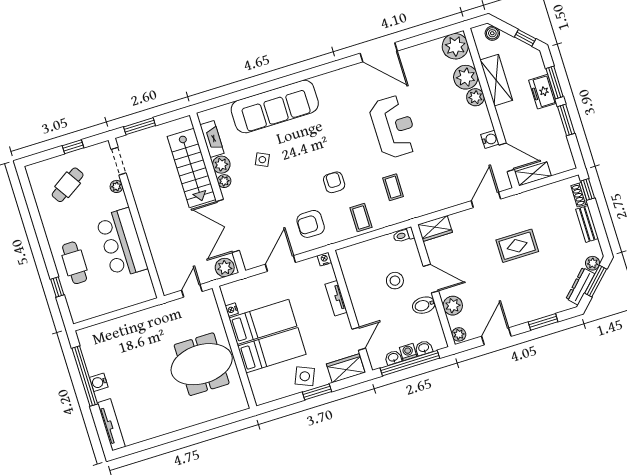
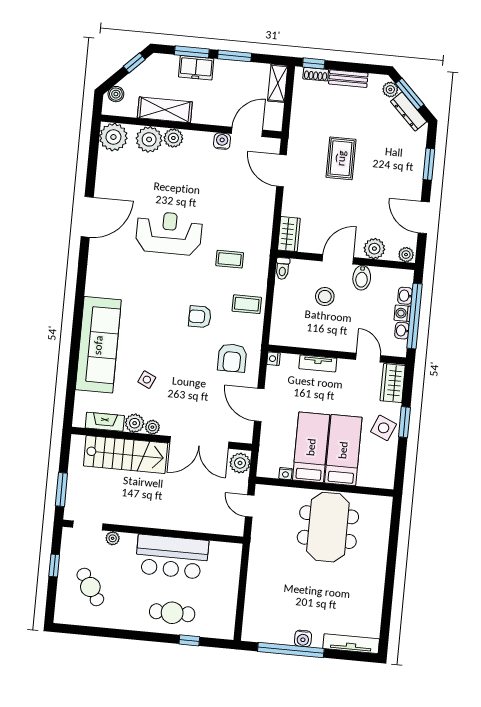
shelving: (533, 174) -> (278, 83), moved

